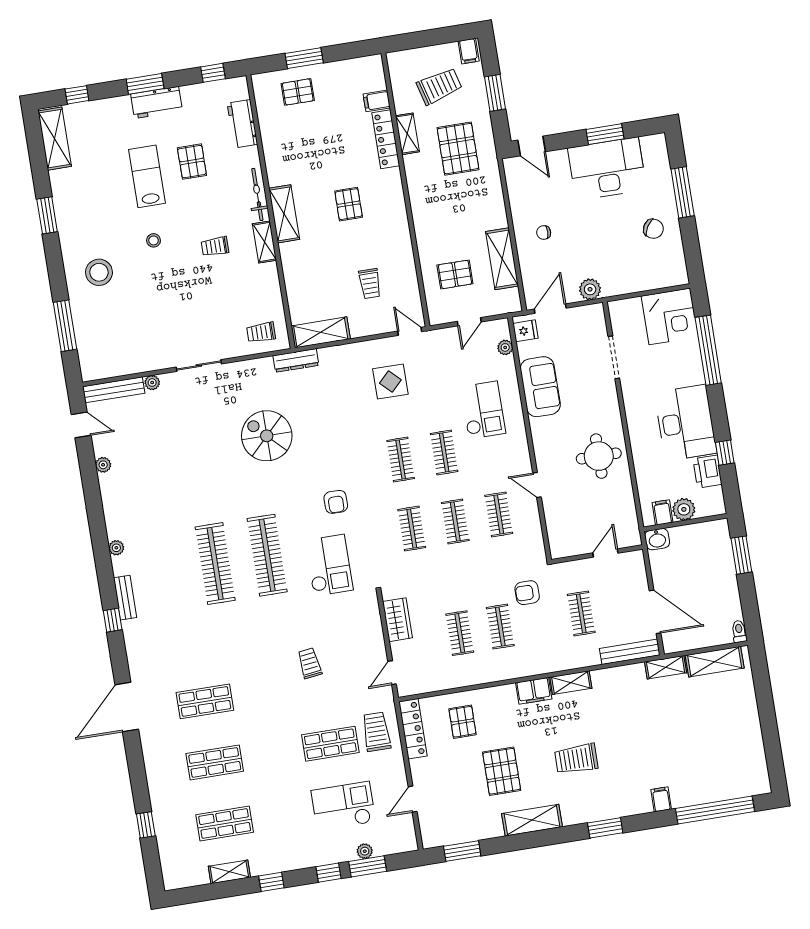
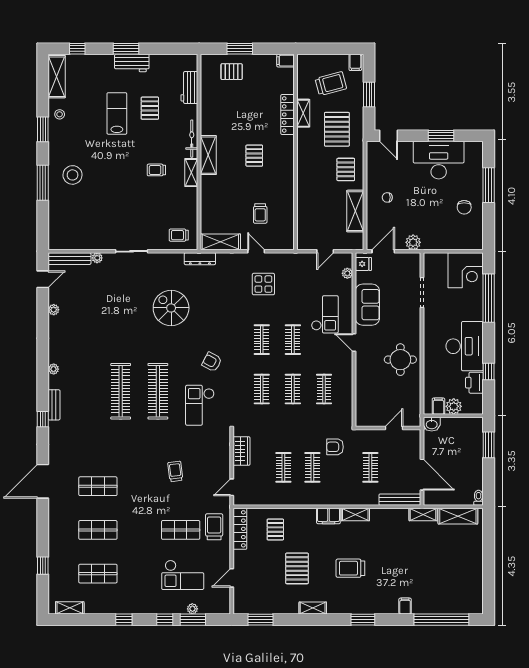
window: (213, 73) -> (175, 49), removed
filing cabinet: (377, 101) -> (286, 61), moved
chair: (653, 229) -> (464, 207), turned 59
stool: (154, 240) -> (60, 114), moved
pallet: (455, 274) -> (346, 169), moved, turned 90
window: (65, 326) -> (43, 183), moved
door: (410, 331) -> (256, 251), moved
door: (81, 425) -> (43, 279), hinge flipped
door: (537, 485) -> (354, 343), moved
armchair: (336, 502) -> (212, 362), turned 118
checkout: (329, 565) -> (200, 405), turned 180
checkout: (343, 806) -> (183, 575), turned 180
shelving: (532, 820) -> (313, 608), width x0.67, depth x0.75
shelving: (229, 872) -> (70, 608), moved

